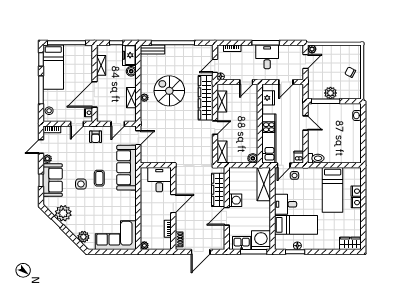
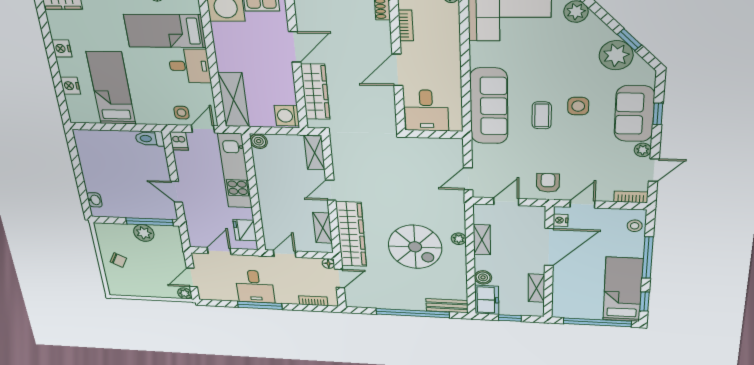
sofa: (126, 168) -> (489, 106), moved
washing machine: (235, 200) -> (287, 116), moved
nightstand: (356, 203) -> (62, 48), moved

